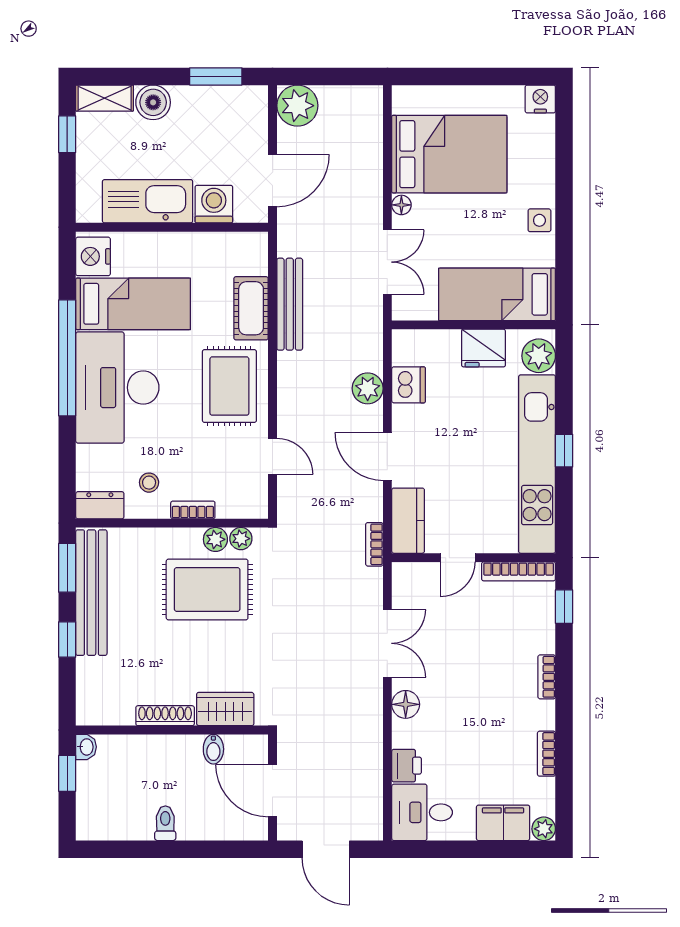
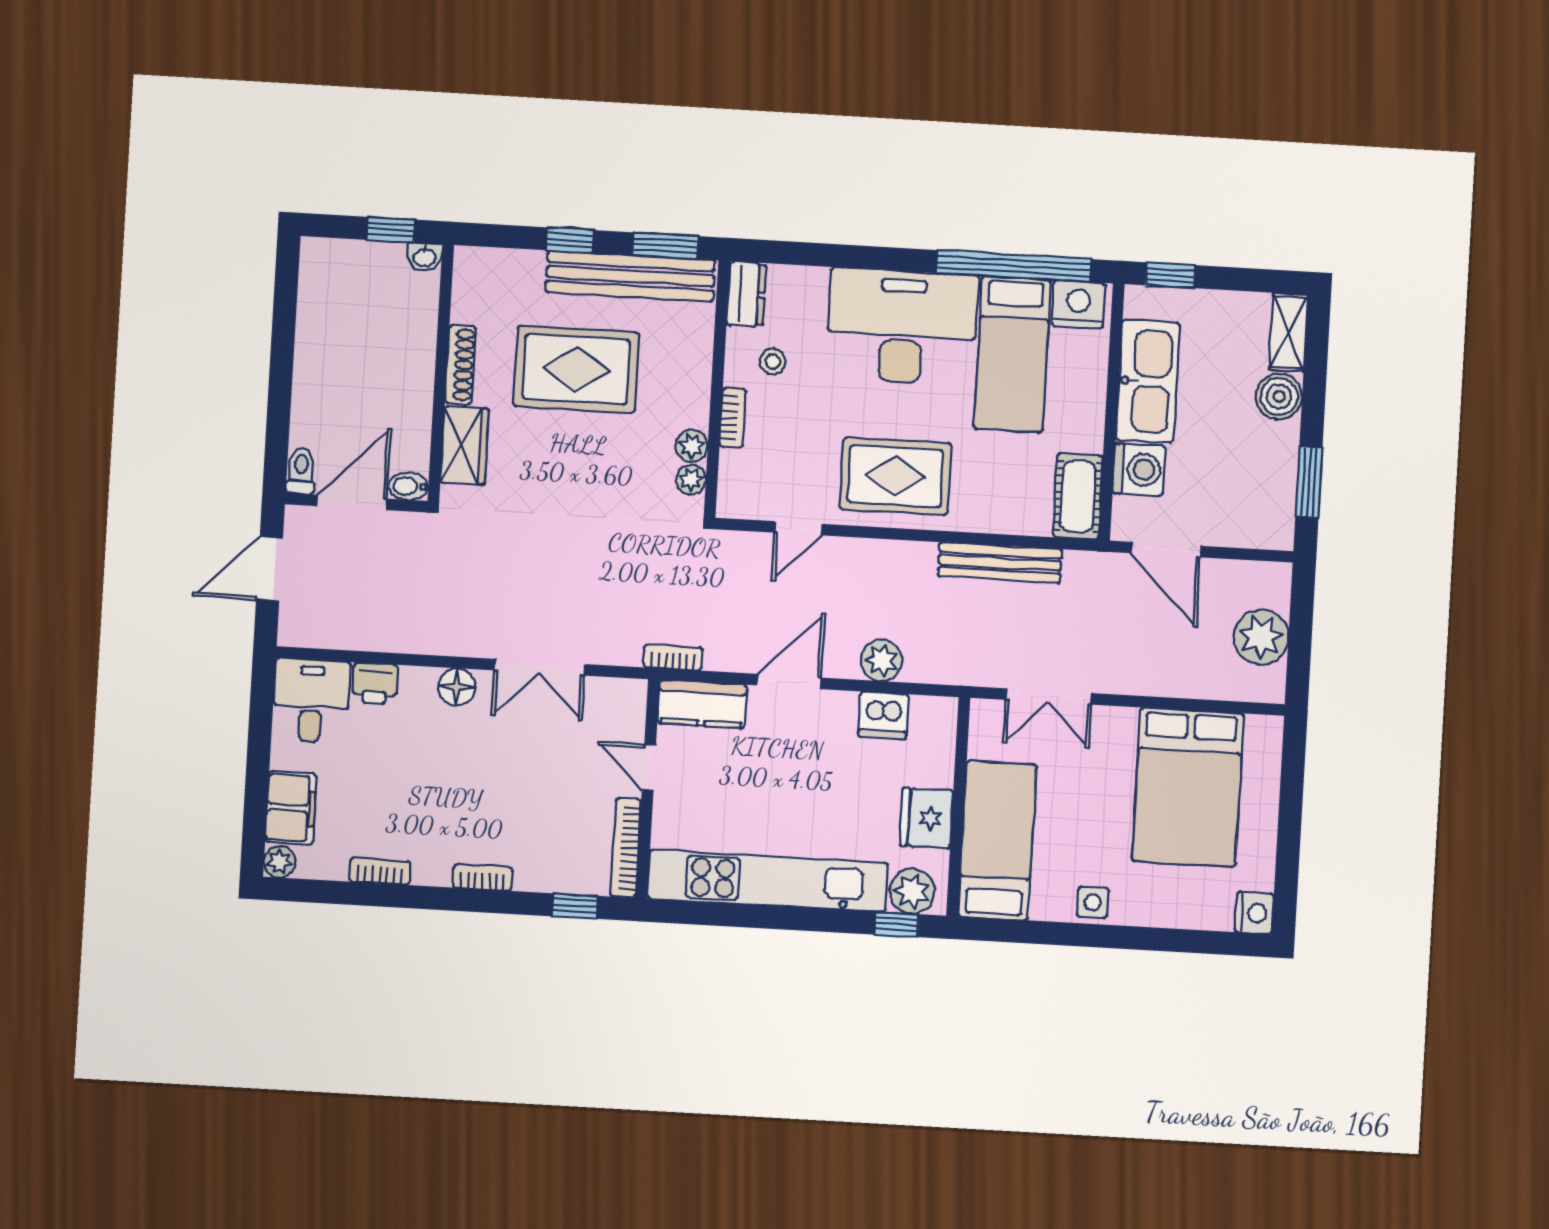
plant: (297, 106) -> (1261, 637), moved
window: (67, 134) -> (1170, 275), moved
floor lamp: (401, 205) -> (1124, 720), removed
cot: (251, 308) -> (1078, 496), moved, turned 90
window: (67, 358) -> (1014, 266), moved
window: (564, 451) -> (896, 924), moved
rug: (207, 589) -> (576, 369), moved, turned 90
bidet: (213, 749) -> (408, 486), moved
toilet: (165, 823) -> (301, 471), moved, turned -90

